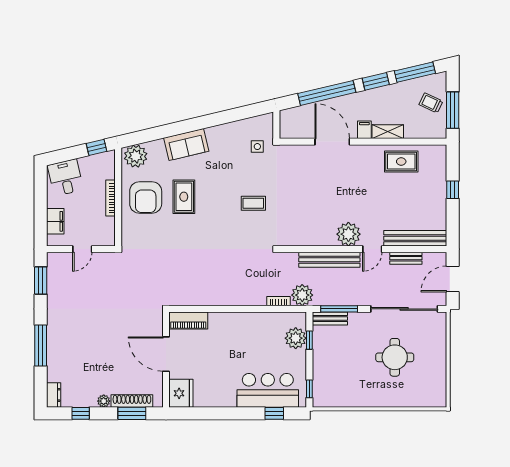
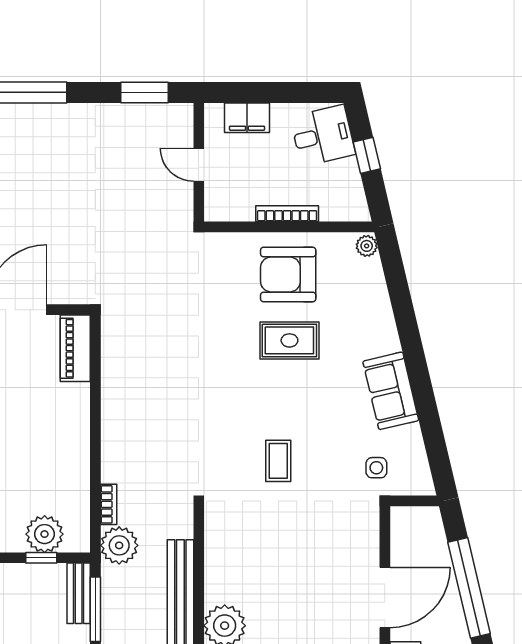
sofa: (186, 144) -> (391, 391), moved
window: (97, 147) -> (367, 155), moved
plant: (136, 156) -> (367, 246), width x0.53, depth x0.53

